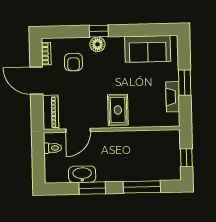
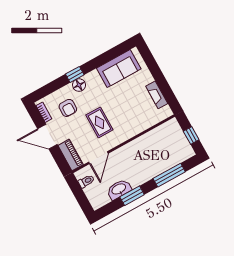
window: (185, 83) -> (160, 79), removed
rug: (118, 110) -> (99, 122), moved

